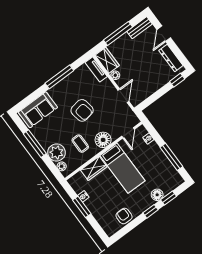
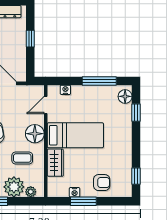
window: (177, 80) -> (30, 39), moved
door: (128, 133) -> (46, 105), swing flipped
floor lamp: (157, 195) -> (125, 96), moved
window: (151, 211) -> (136, 176), moved
armchair: (124, 216) -> (102, 183), moved, turned 180

